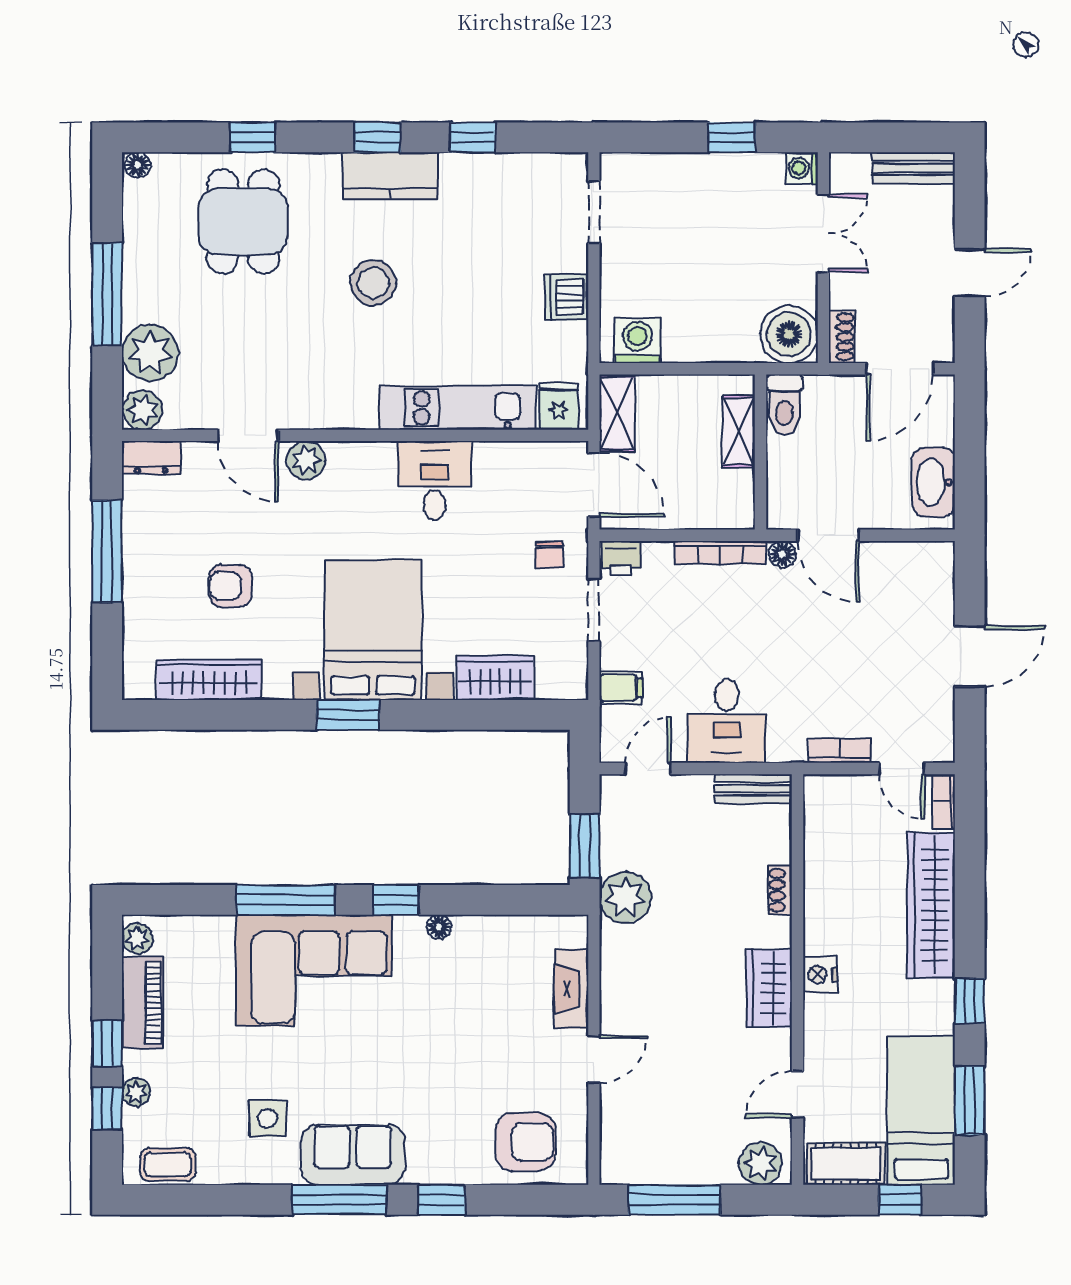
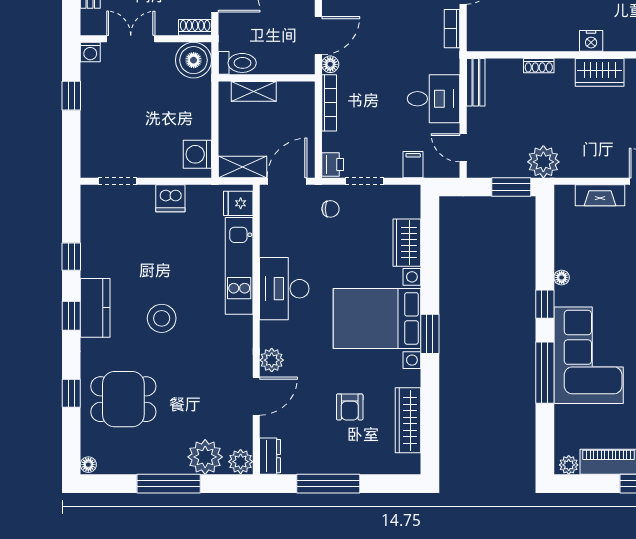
desk: (435, 480) -> (284, 289), width x1.37

